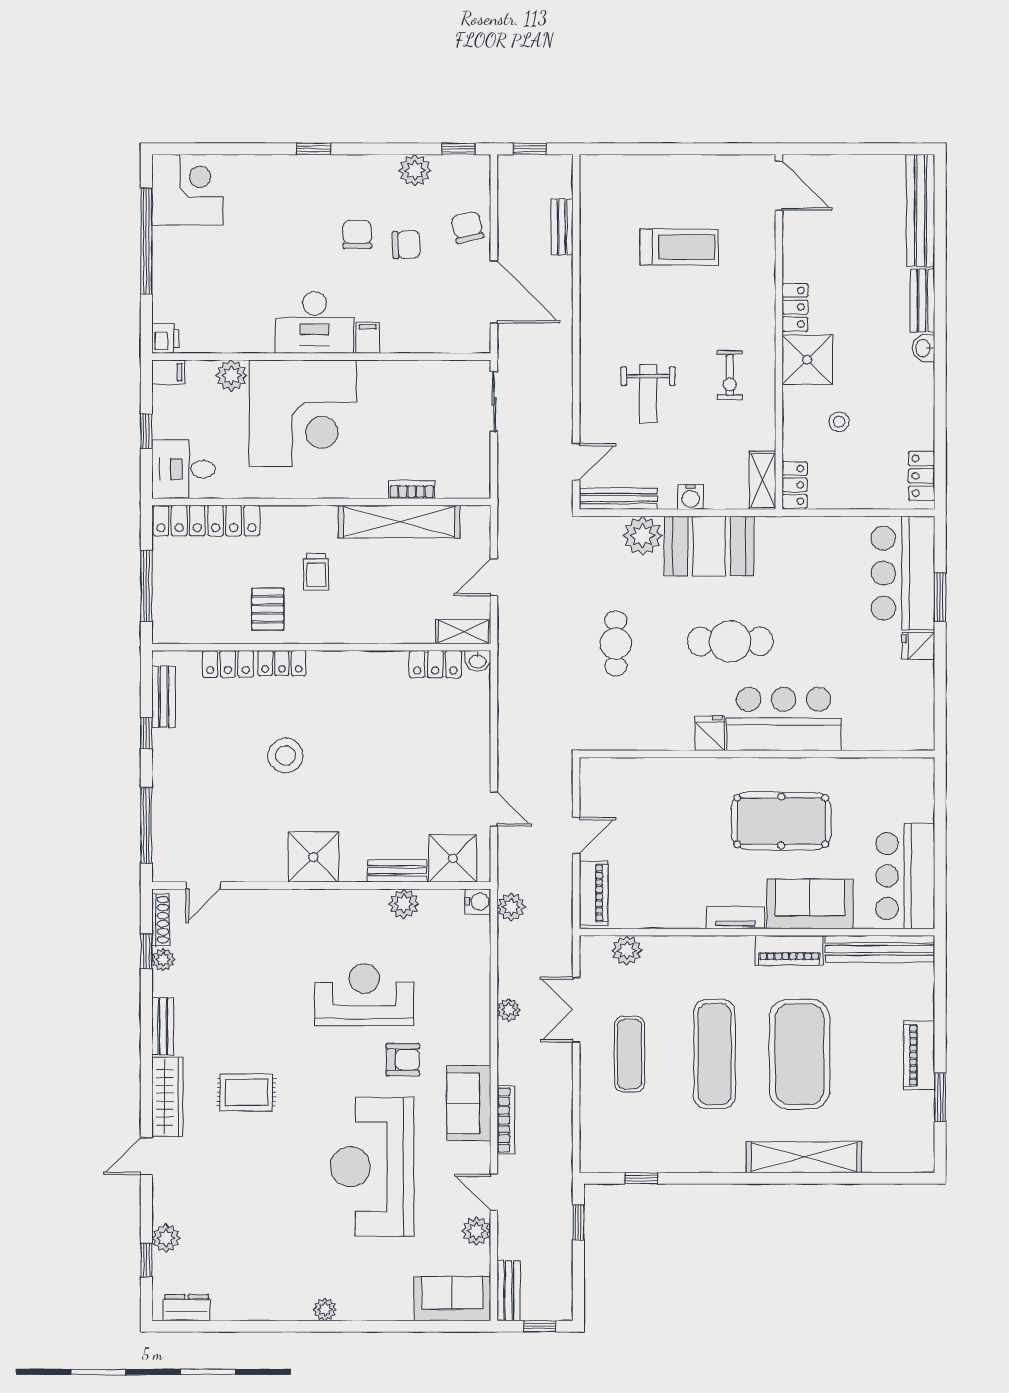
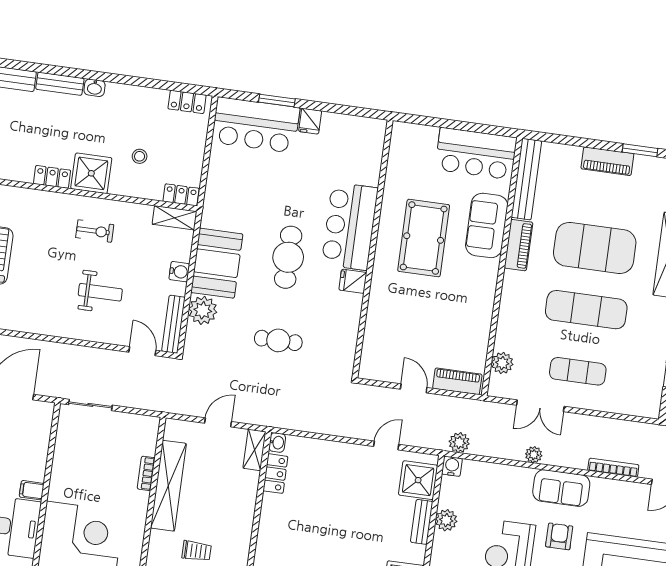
door: (494, 577) -> (218, 422), swing flipped
tv unit: (735, 918) -> (489, 281), removed
sofa: (469, 1103) -> (561, 488), moved

